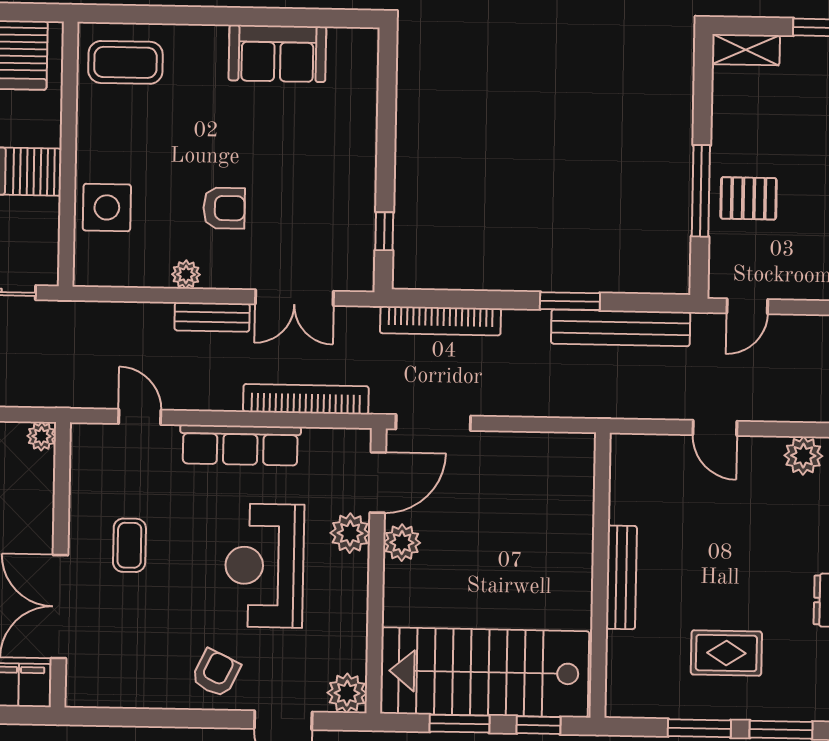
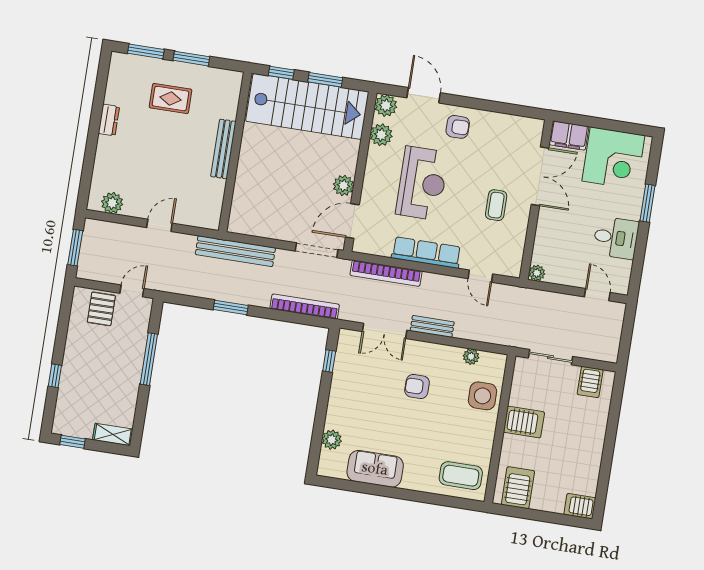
plant: (361, 94) -> (332, 440), added
pallet: (749, 198) -> (101, 309), moved, turned 90
plant: (186, 274) -> (471, 357), moved
double door: (294, 298) -> (385, 331), swing flipped
bench: (621, 328) -> (235, 251), moved
door: (715, 428) -> (159, 225), hinge flipped
plant: (350, 533) -> (381, 135), moved
armchair: (216, 673) -> (458, 127), turned -116

